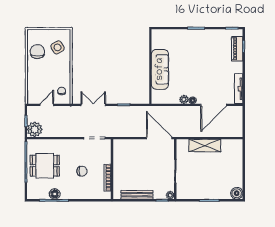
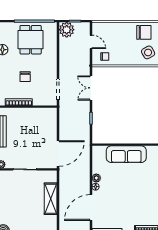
double door: (93, 105) -> (91, 88), swing flipped
door: (214, 105) -> (91, 208), hinge flipped

